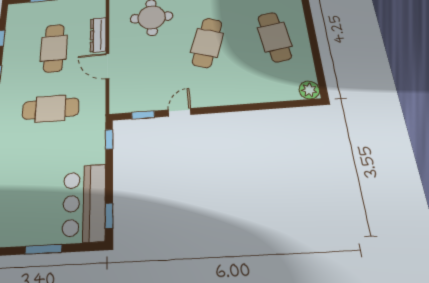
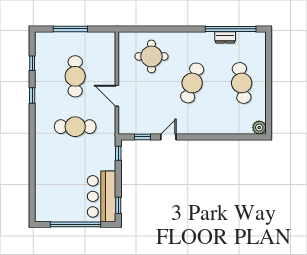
dresser: (98, 35) -> (110, 68), removed
window: (43, 249) -> (76, 224), width x2.11

